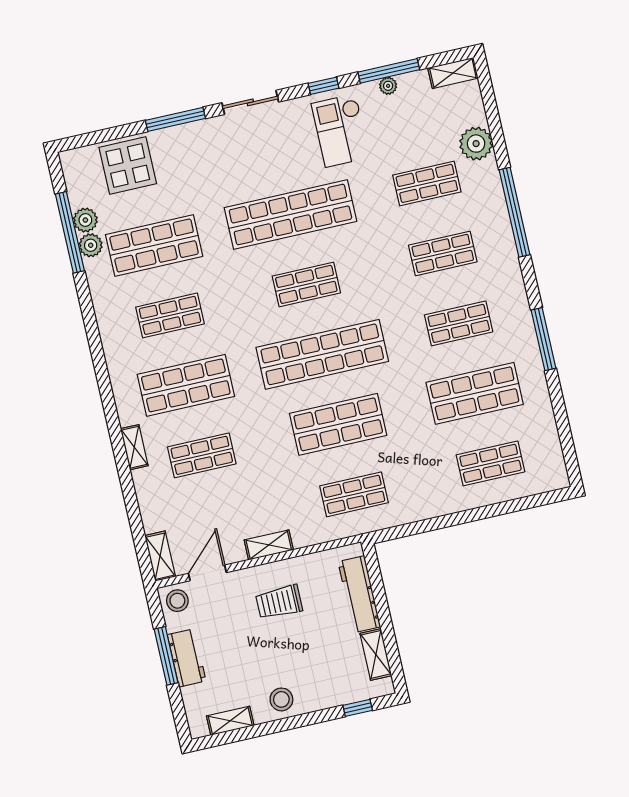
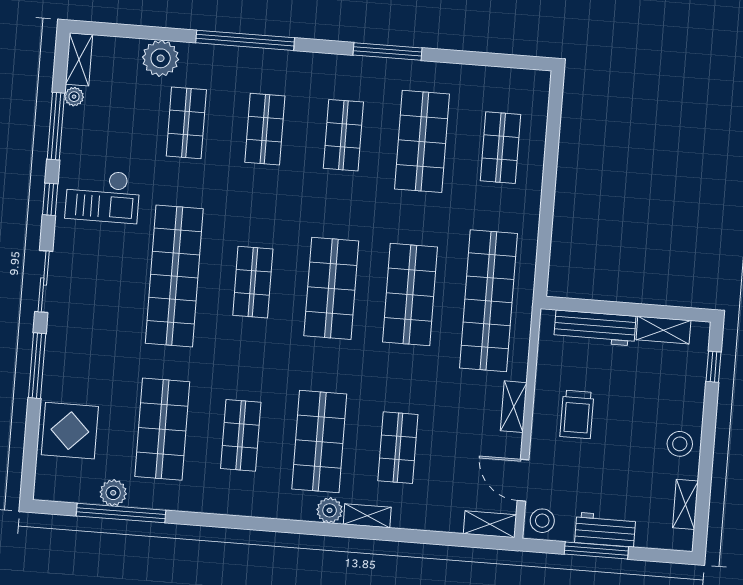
plant: (388, 86) -> (74, 97), moved
plant: (91, 245) -> (330, 510), moved
shop shelf: (322, 354) -> (331, 288), width x0.71
shop shelf: (354, 494) -> (488, 301), width x2.00, depth x1.36

